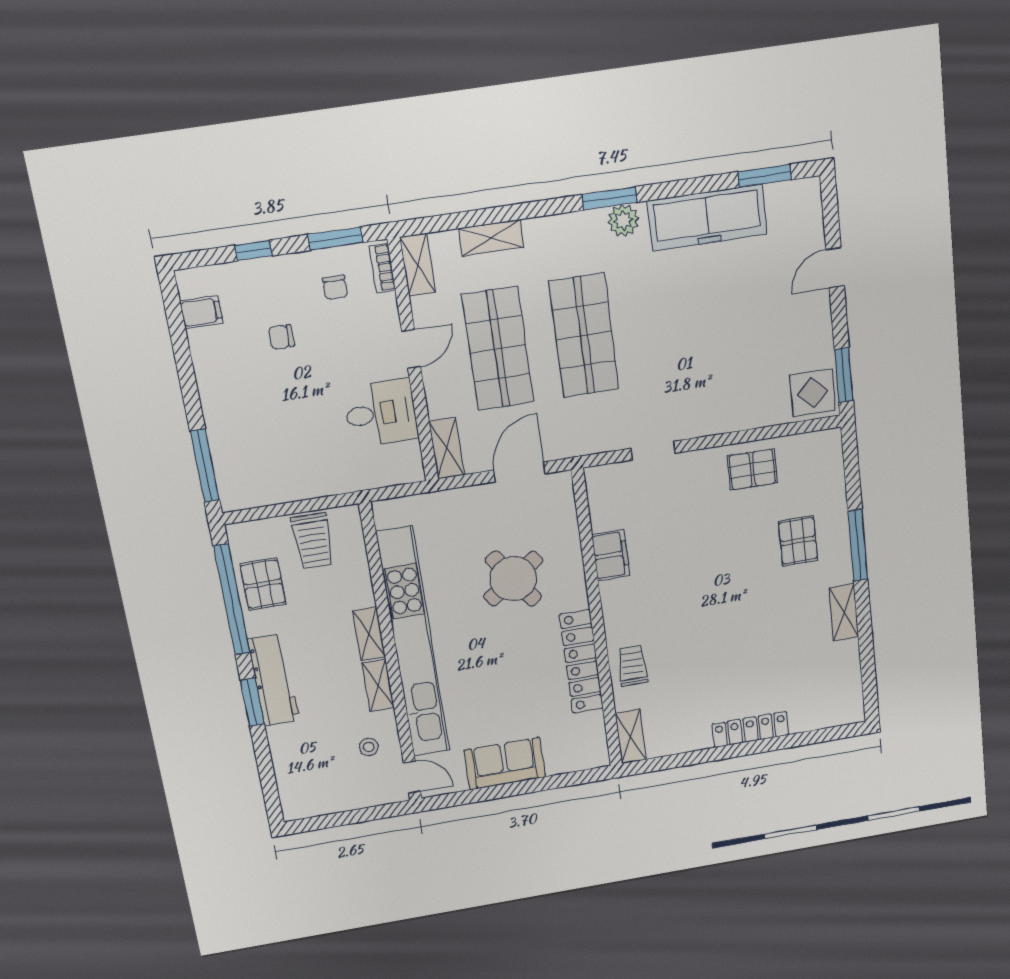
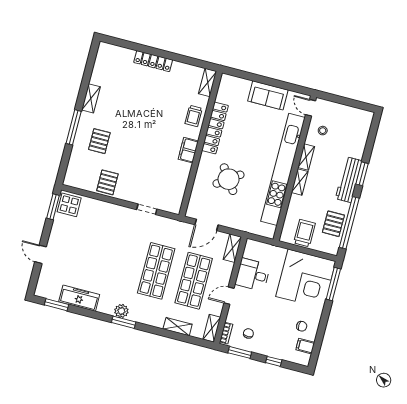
freezer: (707, 218) -> (79, 298), width x0.73, depth x0.79
door: (835, 268) -> (41, 254), swing flipped
chair: (281, 337) -> (302, 326), moved
corner desk: (267, 452) -> (306, 279), added
pallet: (752, 469) -> (107, 182), turned 90
filing cabinet: (611, 555) -> (188, 150), moved

